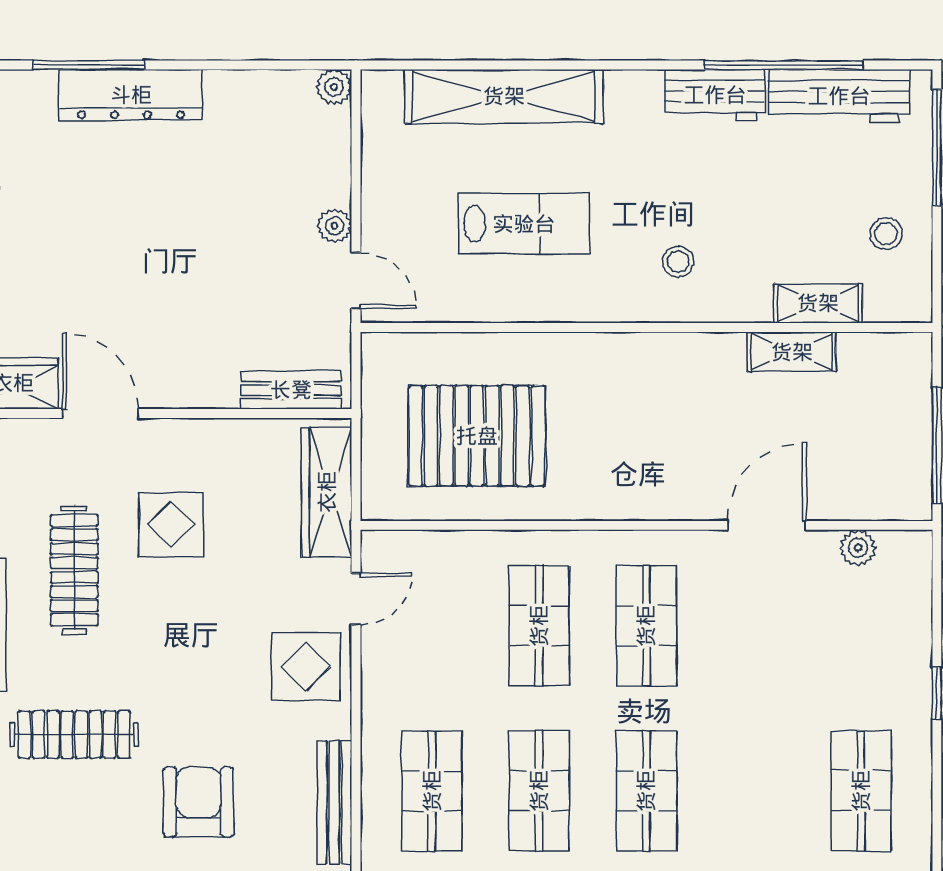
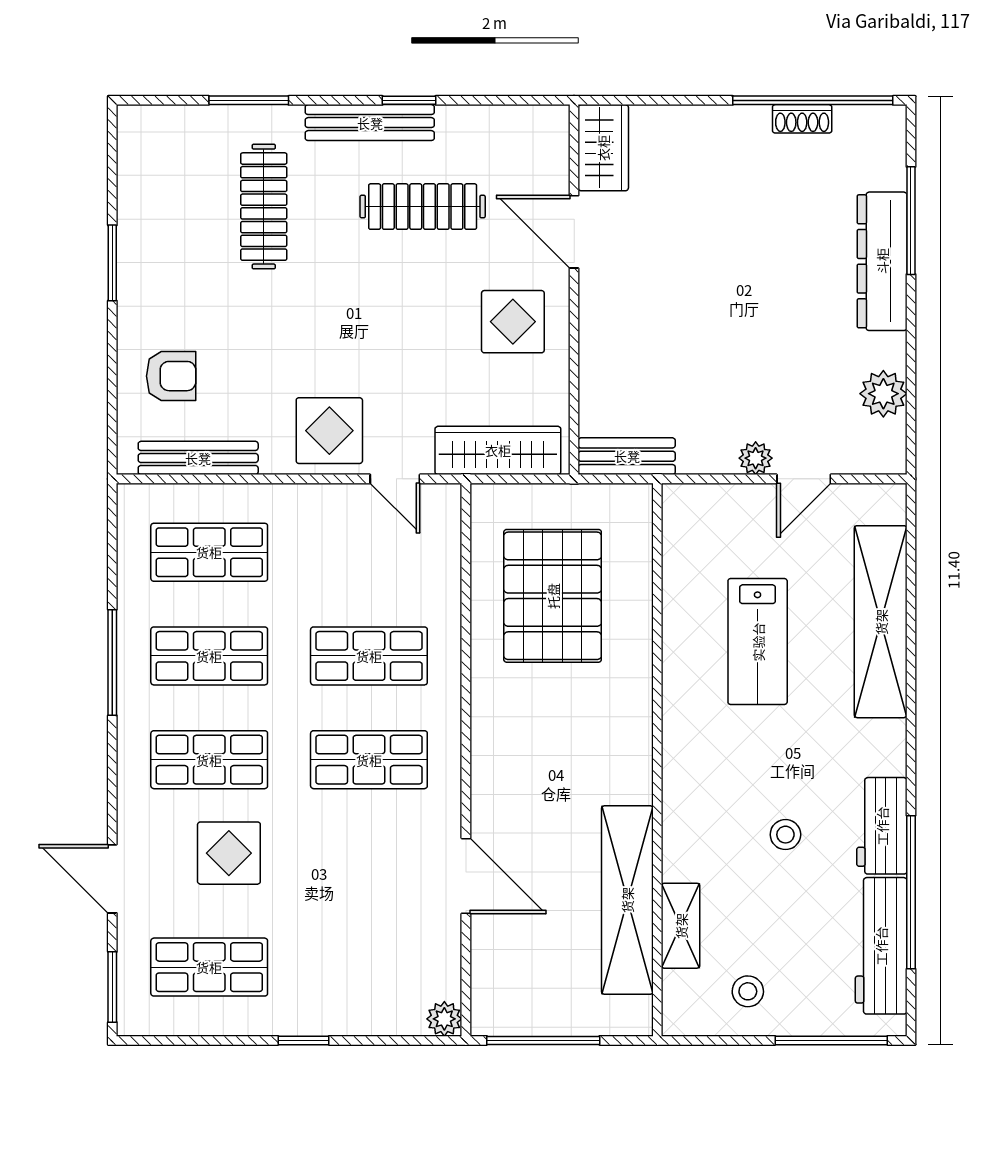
plant: (334, 87) -> (883, 394), moved, width x1.38, depth x1.38
stool: (678, 262) -> (785, 835), moved
door: (356, 280) -> (804, 479), moved
shelving: (792, 352) -> (627, 900), width x2.20, depth x1.33
bench: (291, 390) -> (627, 456), moved, turned 90
door: (100, 414) -> (574, 232), swing flipped
display table: (171, 524) -> (513, 322), moved
plant: (858, 548) -> (444, 1019), moved
display table: (743, 771) -> (229, 853), added
armchair: (199, 802) -> (171, 376), moved, width x0.72, depth x0.72

